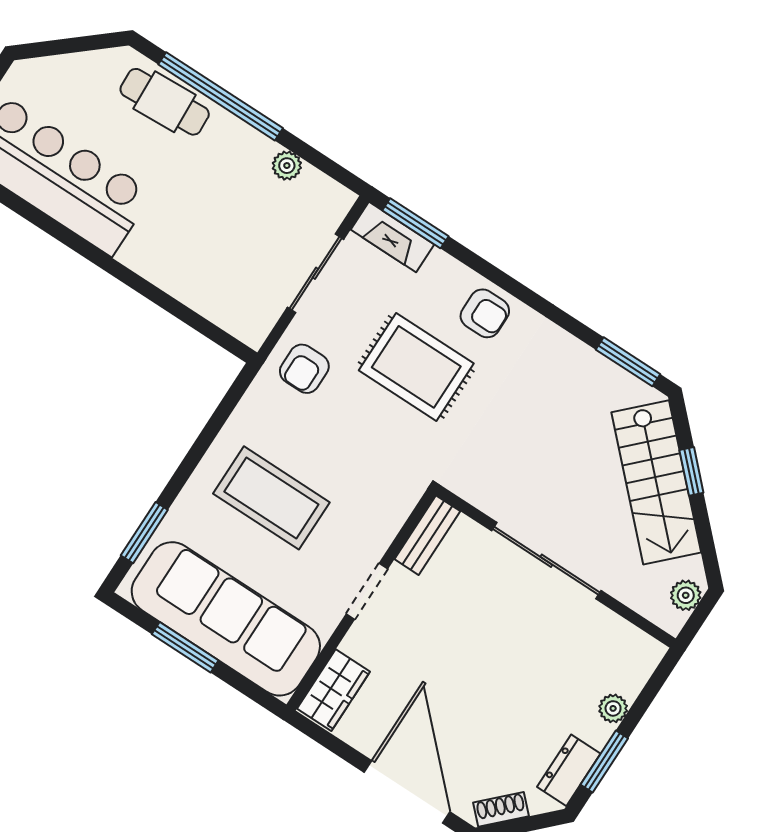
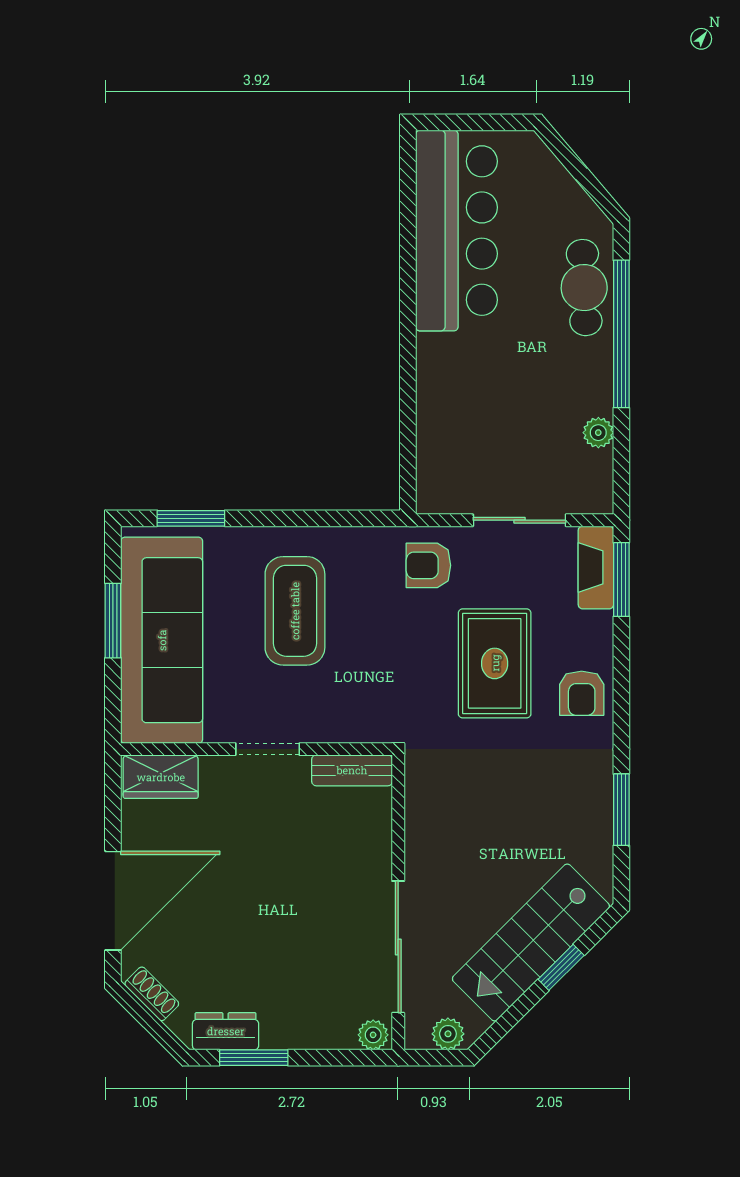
window: (628, 362) -> (621, 810), moved
sliding door: (546, 561) -> (398, 947), moved
plant: (613, 708) -> (373, 1035), moved

